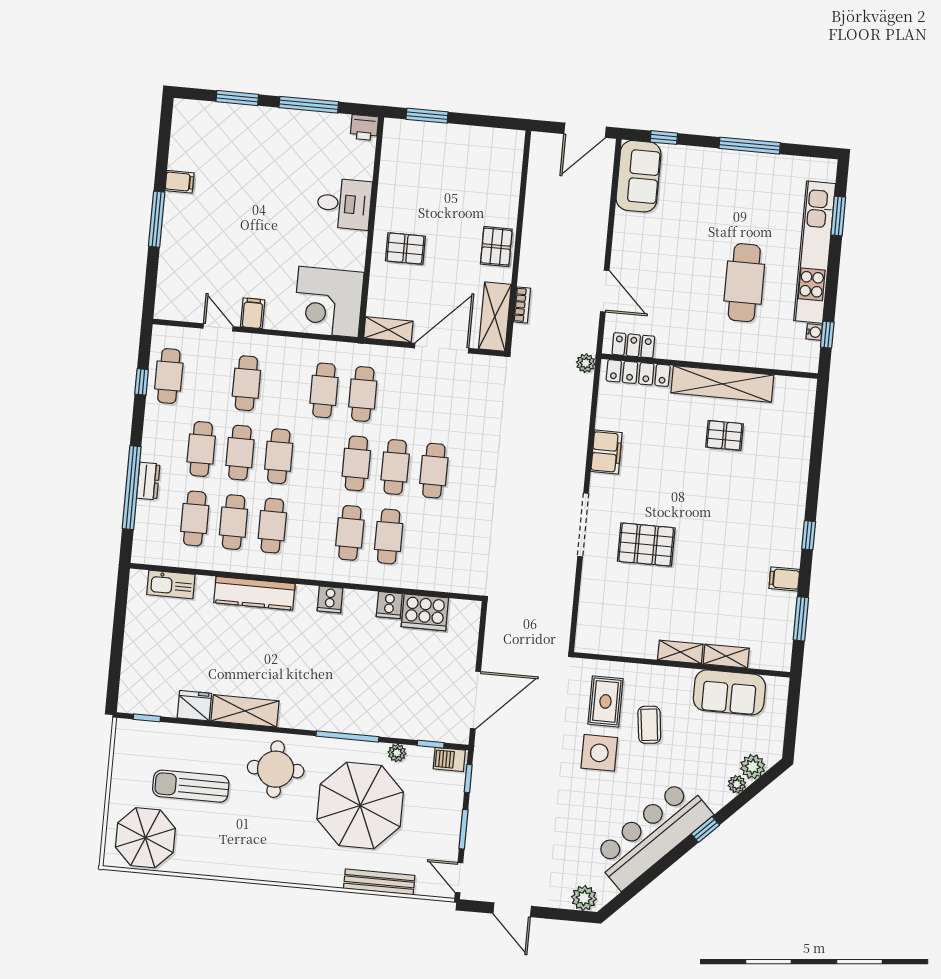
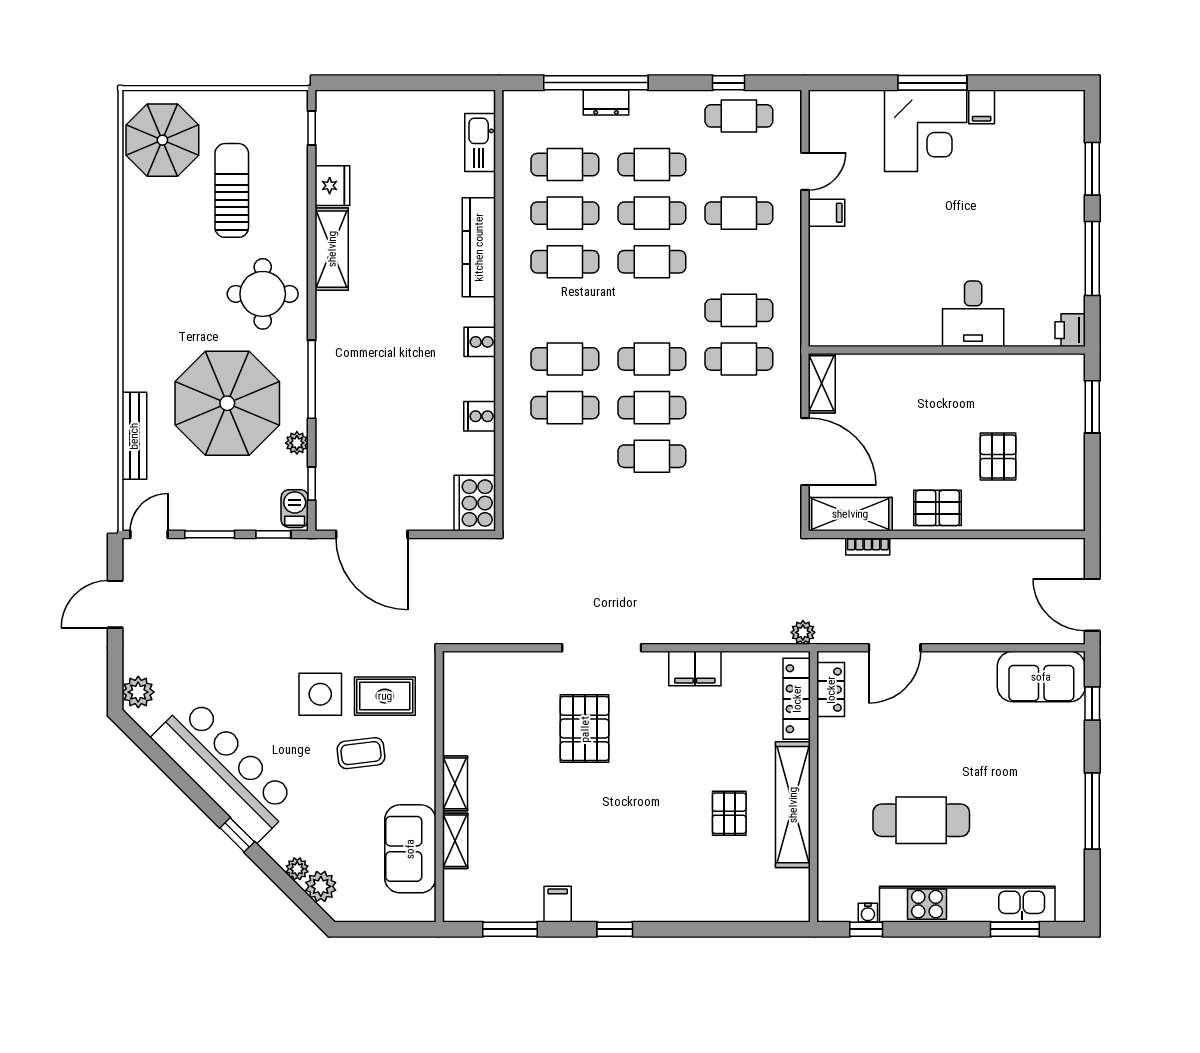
pallet: (405, 249) -> (998, 457), moved
corner desk: (328, 302) -> (926, 131), moved, turned 180
cooker: (425, 612) -> (475, 503), moved

